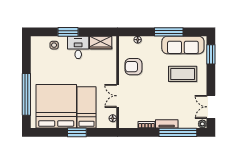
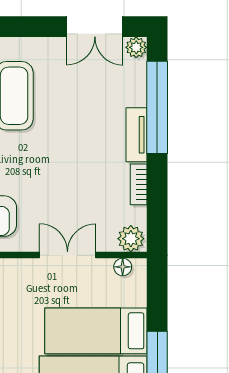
double door: (118, 96) -> (68, 255), swing flipped
plant: (124, 122) -> (131, 239), added

